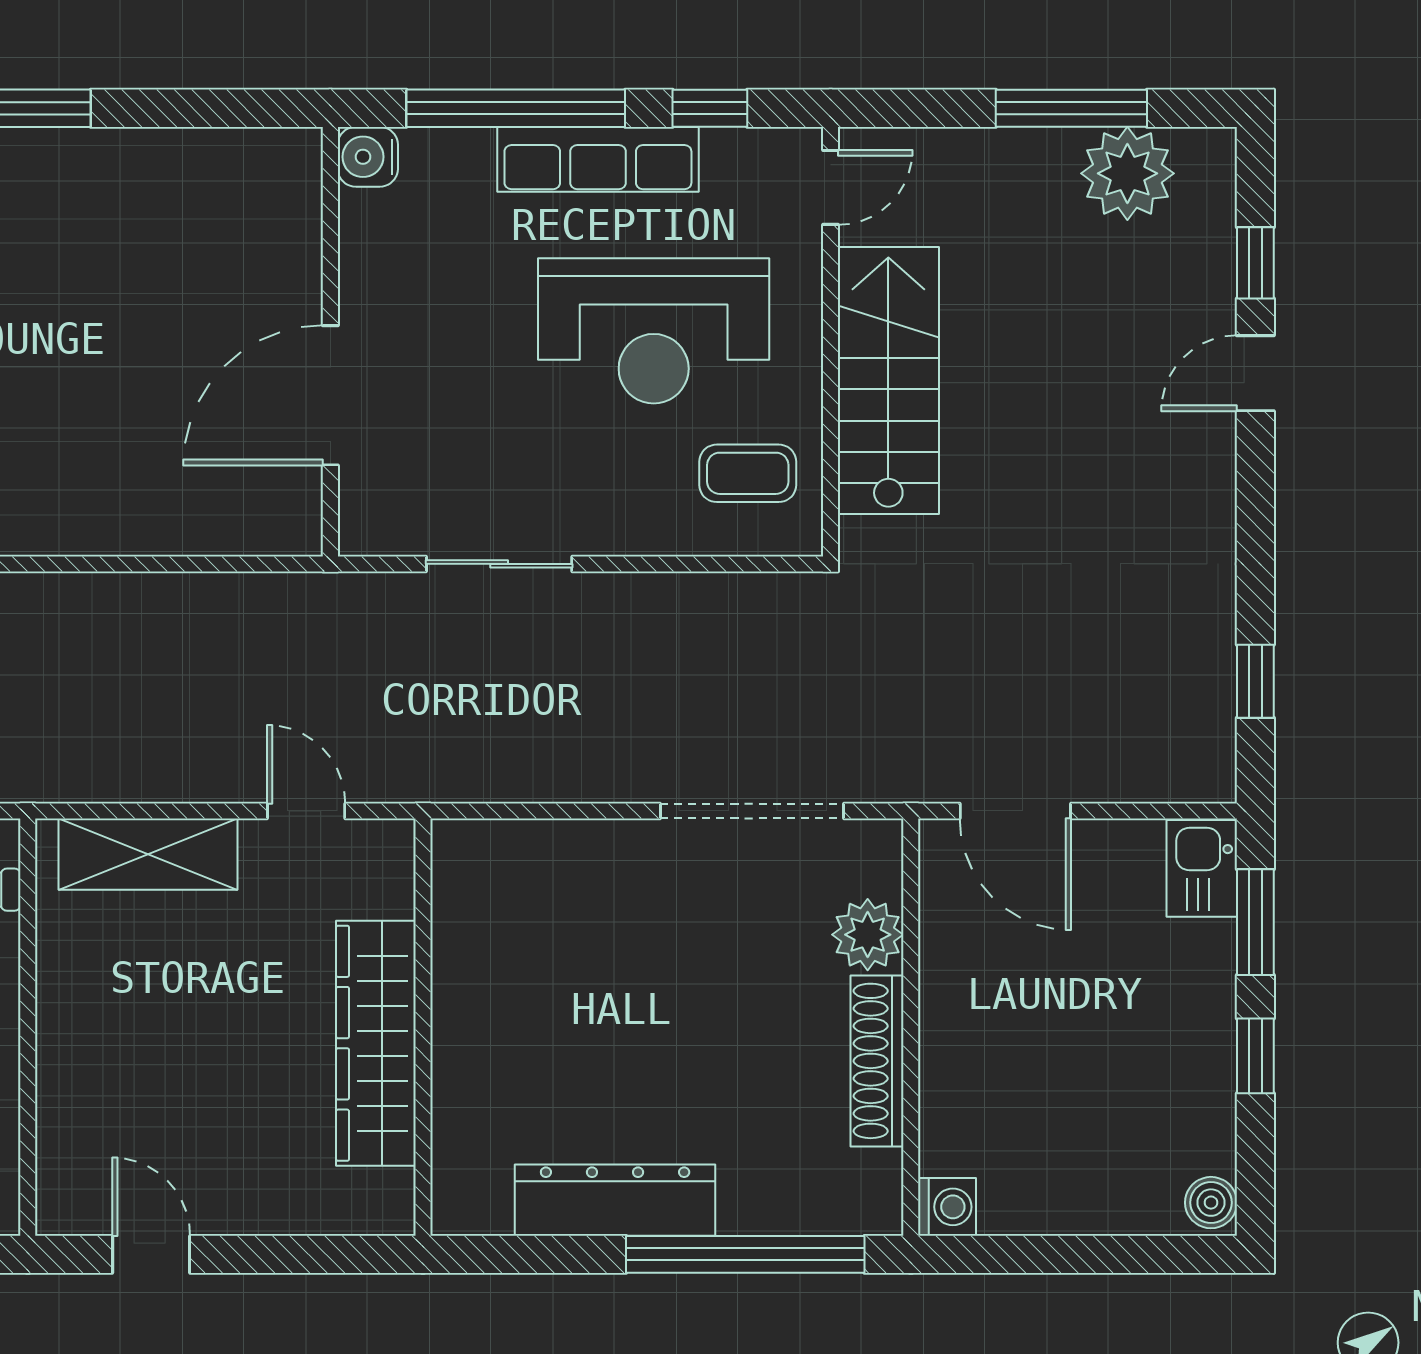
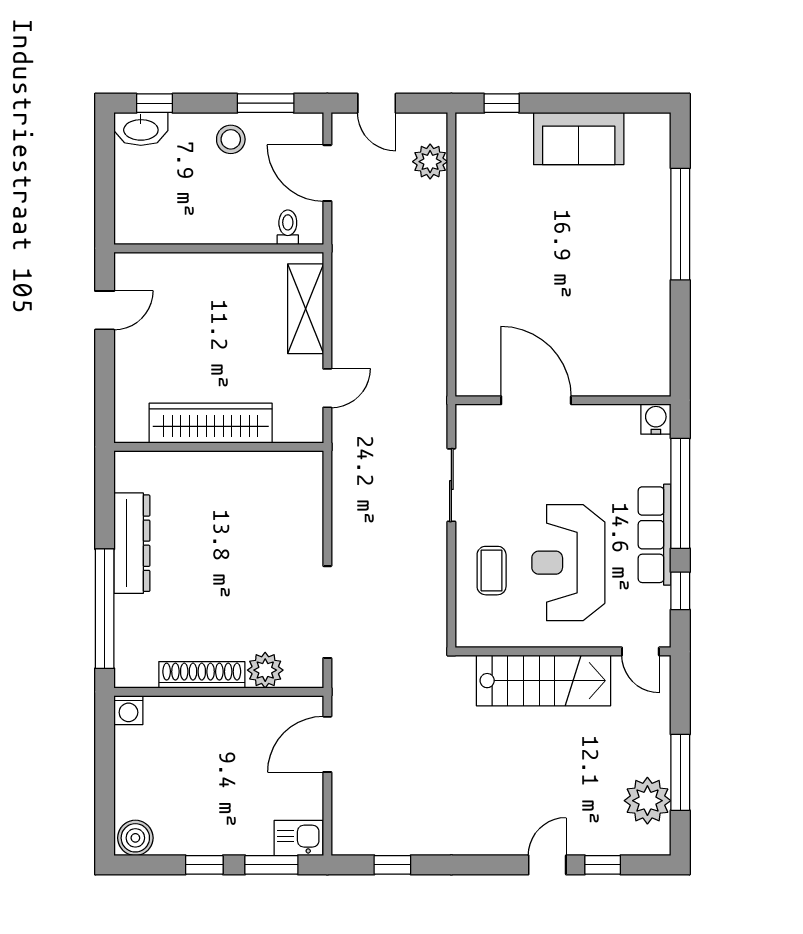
door: (1255, 373) -> (547, 865), hinge flipped
coffee table: (748, 473) -> (492, 571), moved
boiler: (1211, 1203) -> (135, 838), width x1.36, depth x1.36

